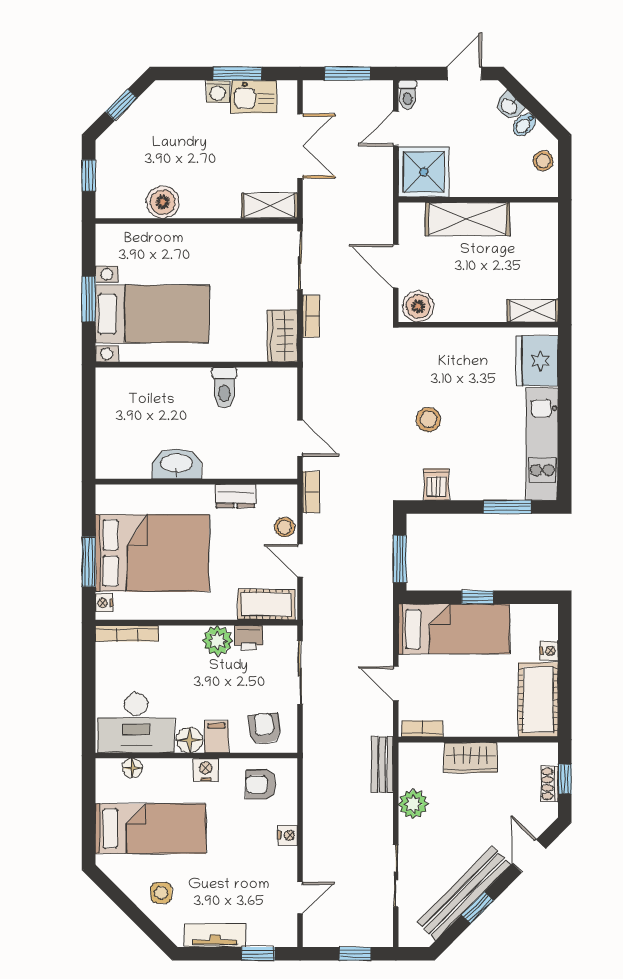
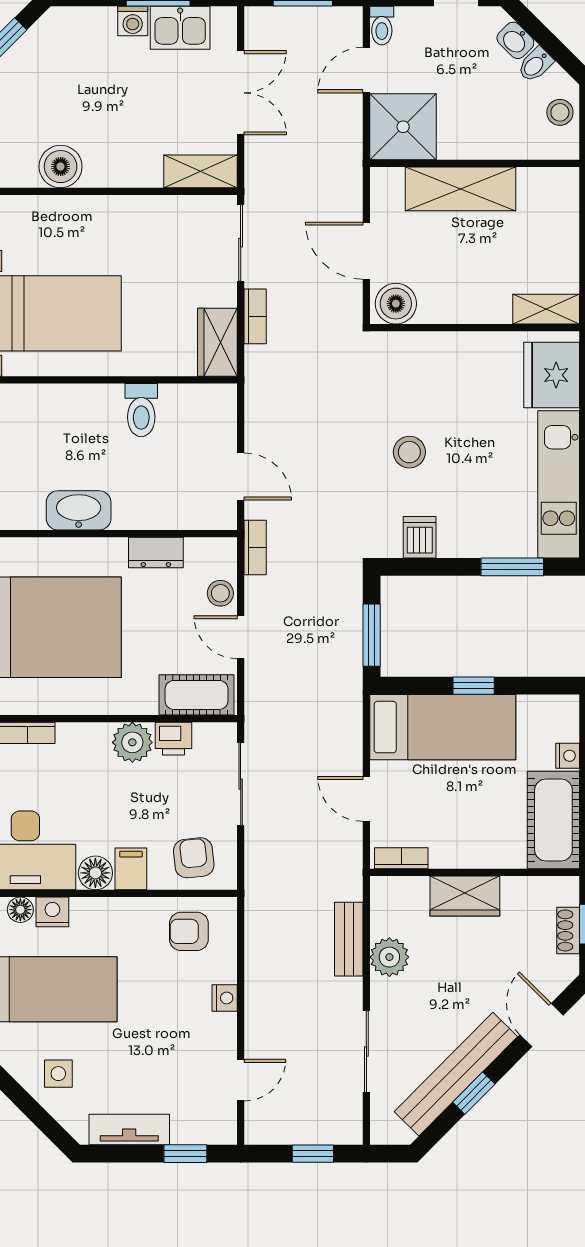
bench: (382, 765) -> (349, 939), moved
nightstand: (206, 770) -> (52, 912), moved

